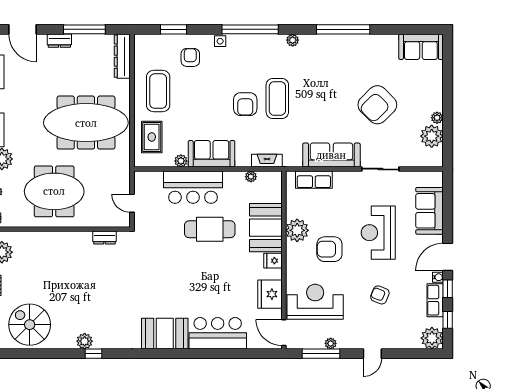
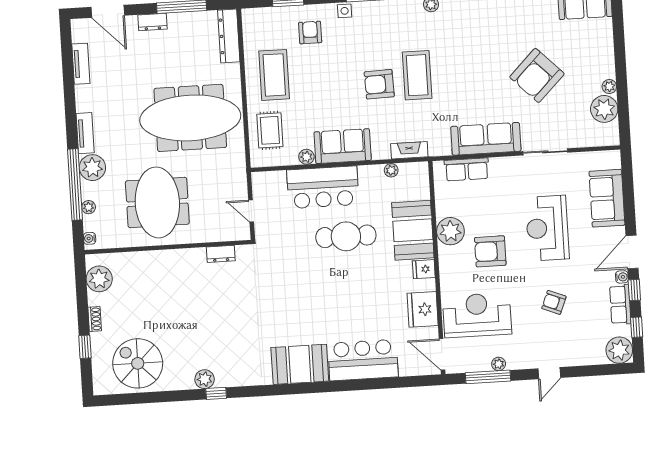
armchair: (245, 104) -> (379, 84), turned 88
meeting table: (54, 191) -> (157, 202), turned 90

